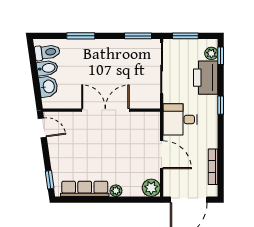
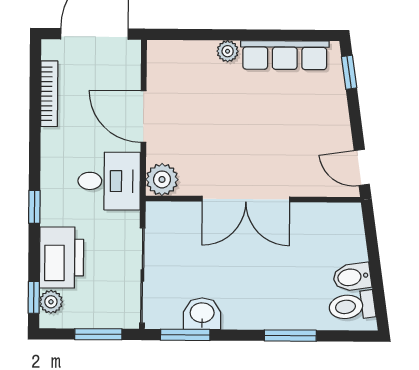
washbasin: (48, 86) -> (202, 314), moved, turned 98
plant: (151, 188) -> (162, 179), moved

